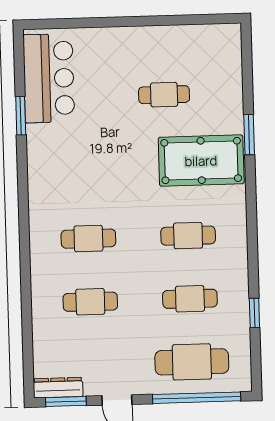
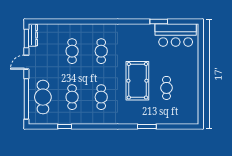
pool table: (201, 161) -> (137, 81), moved

